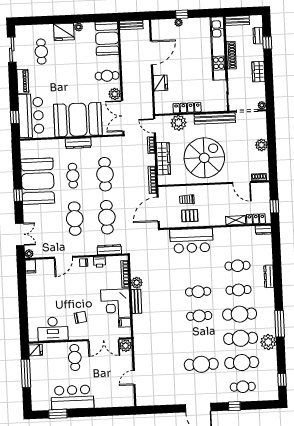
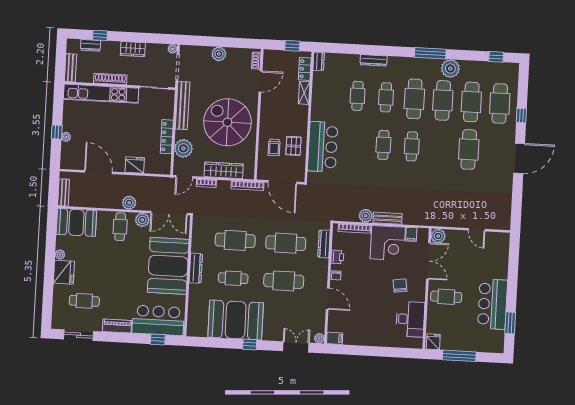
plant: (128, 81) -> (129, 203), added
cafe table: (243, 387) -> (500, 103), width x1.37, depth x1.35

